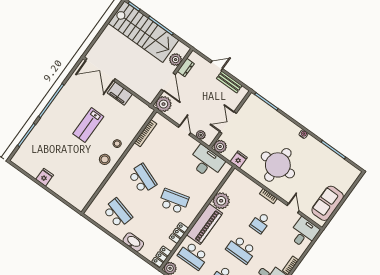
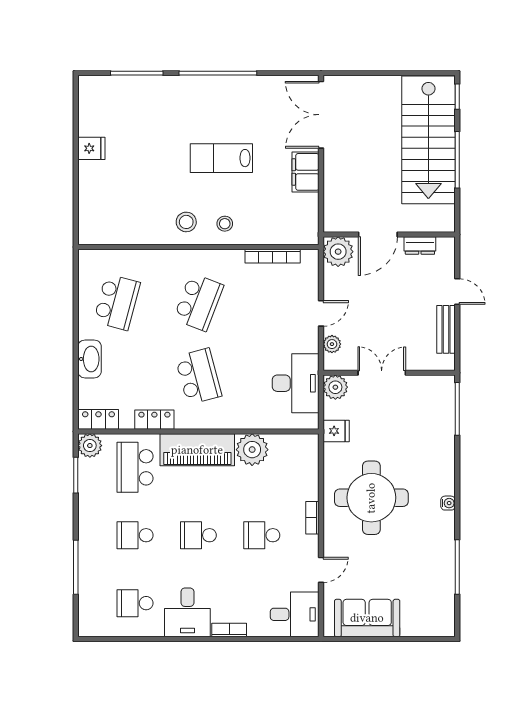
plant: (176, 60) -> (421, 221), removed
school desk: (241, 250) -> (198, 535), width x0.54

